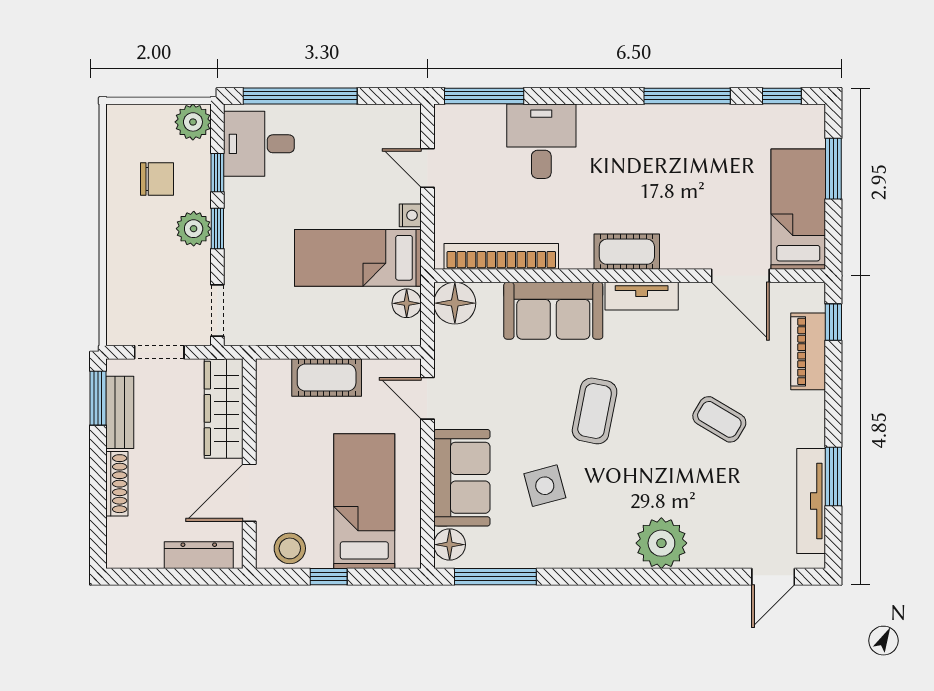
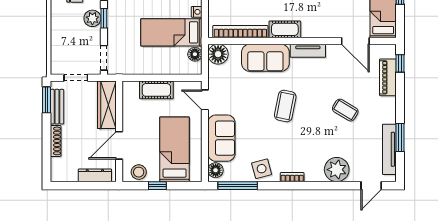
cot: (627, 252) -> (285, 29), moved
side table: (545, 486) -> (262, 169), moved
plant: (661, 543) -> (337, 170), moved
bookcase: (609, 559) -> (292, 177), added

